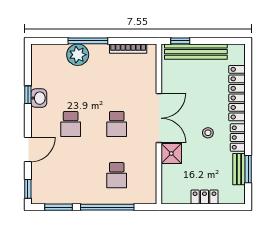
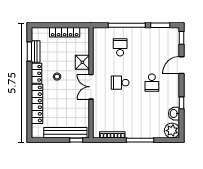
plant: (78, 55) -> (172, 131), moved
washbasin: (39, 98) -> (174, 114), moved
double door: (159, 118) -> (91, 87), width x0.73
school desk: (71, 124) -> (152, 83), turned 180
school desk: (117, 124) -> (120, 83), turned -90
locker: (204, 197) -> (65, 32), width x1.53

